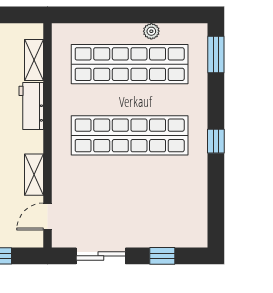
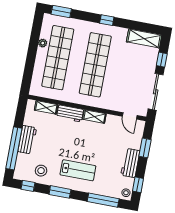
shelving: (34, 175) -> (94, 117), moved
shelving: (195, 216) -> (144, 38), added
sliding door: (101, 256) -> (156, 92), width x1.37

